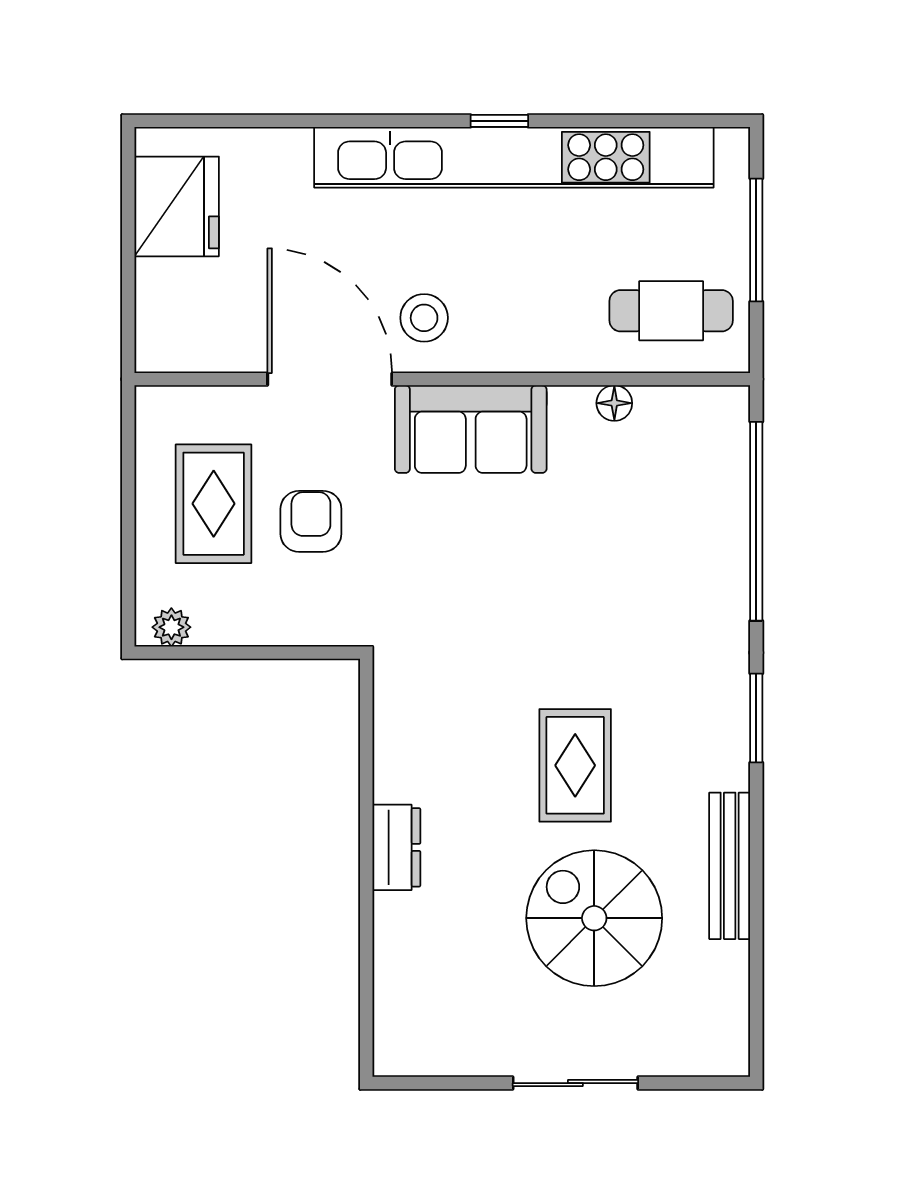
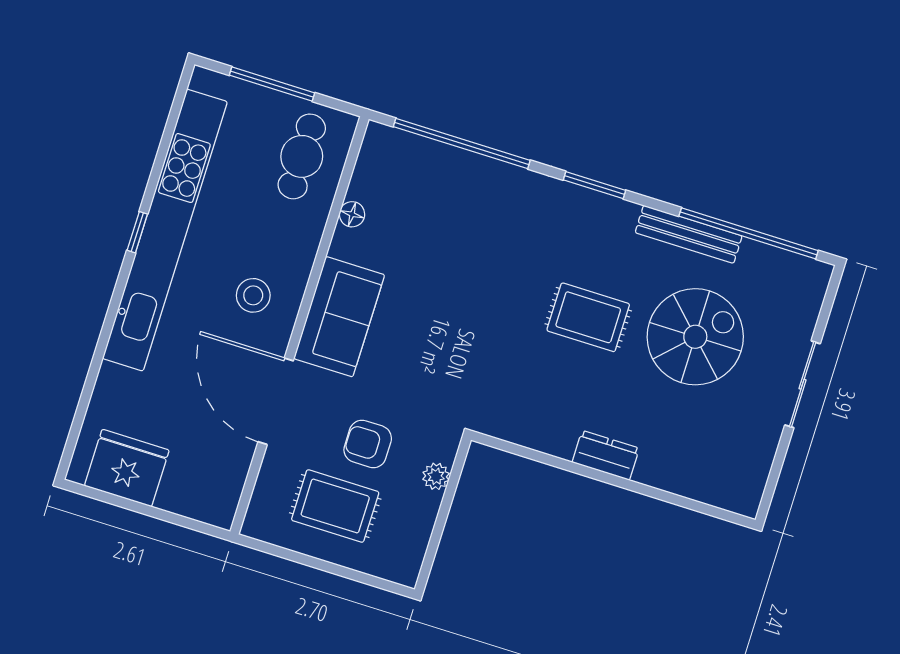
stool: (424, 318) -> (253, 295), moved
door: (330, 379) -> (276, 401), hinge flipped
plant: (171, 627) -> (436, 476), moved
spiral stairs: (594, 918) -> (695, 337), turned 180
window: (756, 946) -> (749, 233), added

